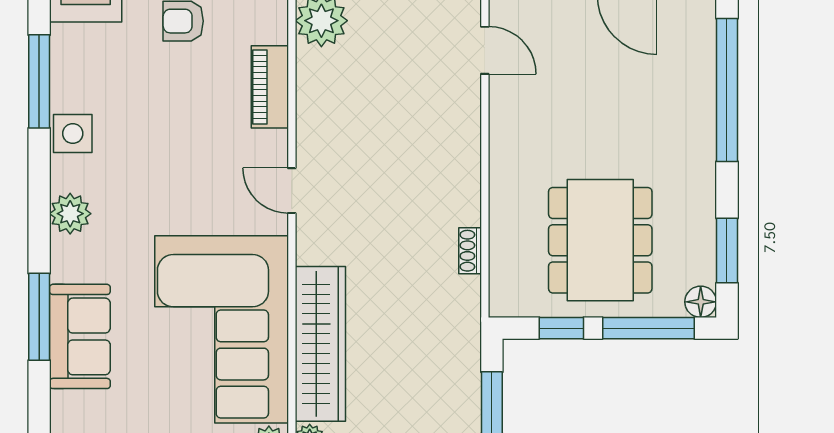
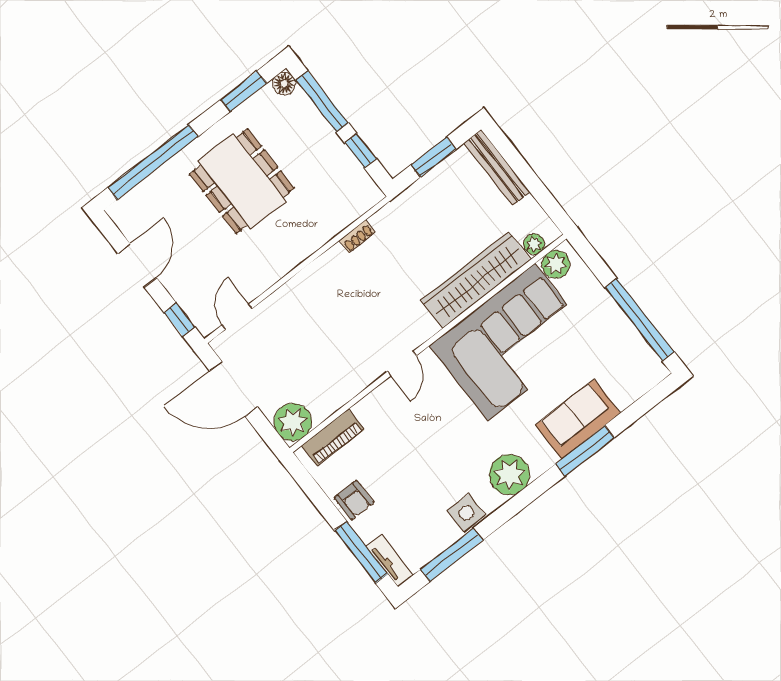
piano: (270, 87) -> (333, 438), moved
plant: (70, 214) -> (509, 475), width x1.36, depth x1.36
dining table: (600, 240) -> (242, 181), moved, turned 90

